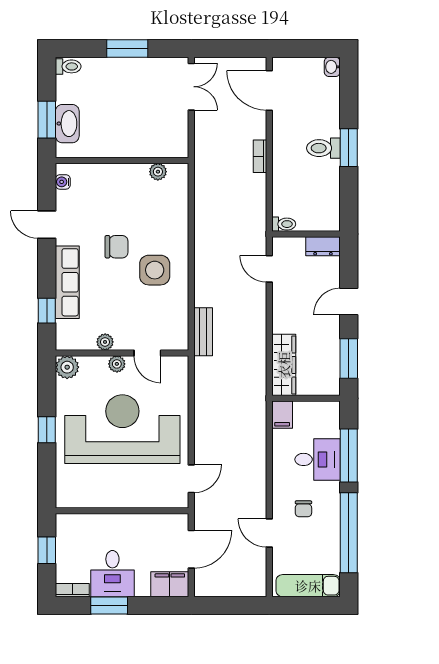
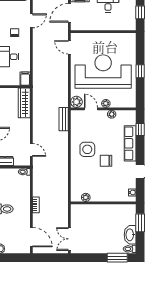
window: (127, 48) -> (117, 258), moved
washbasin: (67, 124) -> (130, 235), moved
plant: (67, 367) -> (76, 102), moved
reception desk: (122, 429) -> (103, 72), turned 180
door: (191, 479) -> (69, 47), hinge flipped
door: (269, 533) -> (31, 21), hinge flipped

